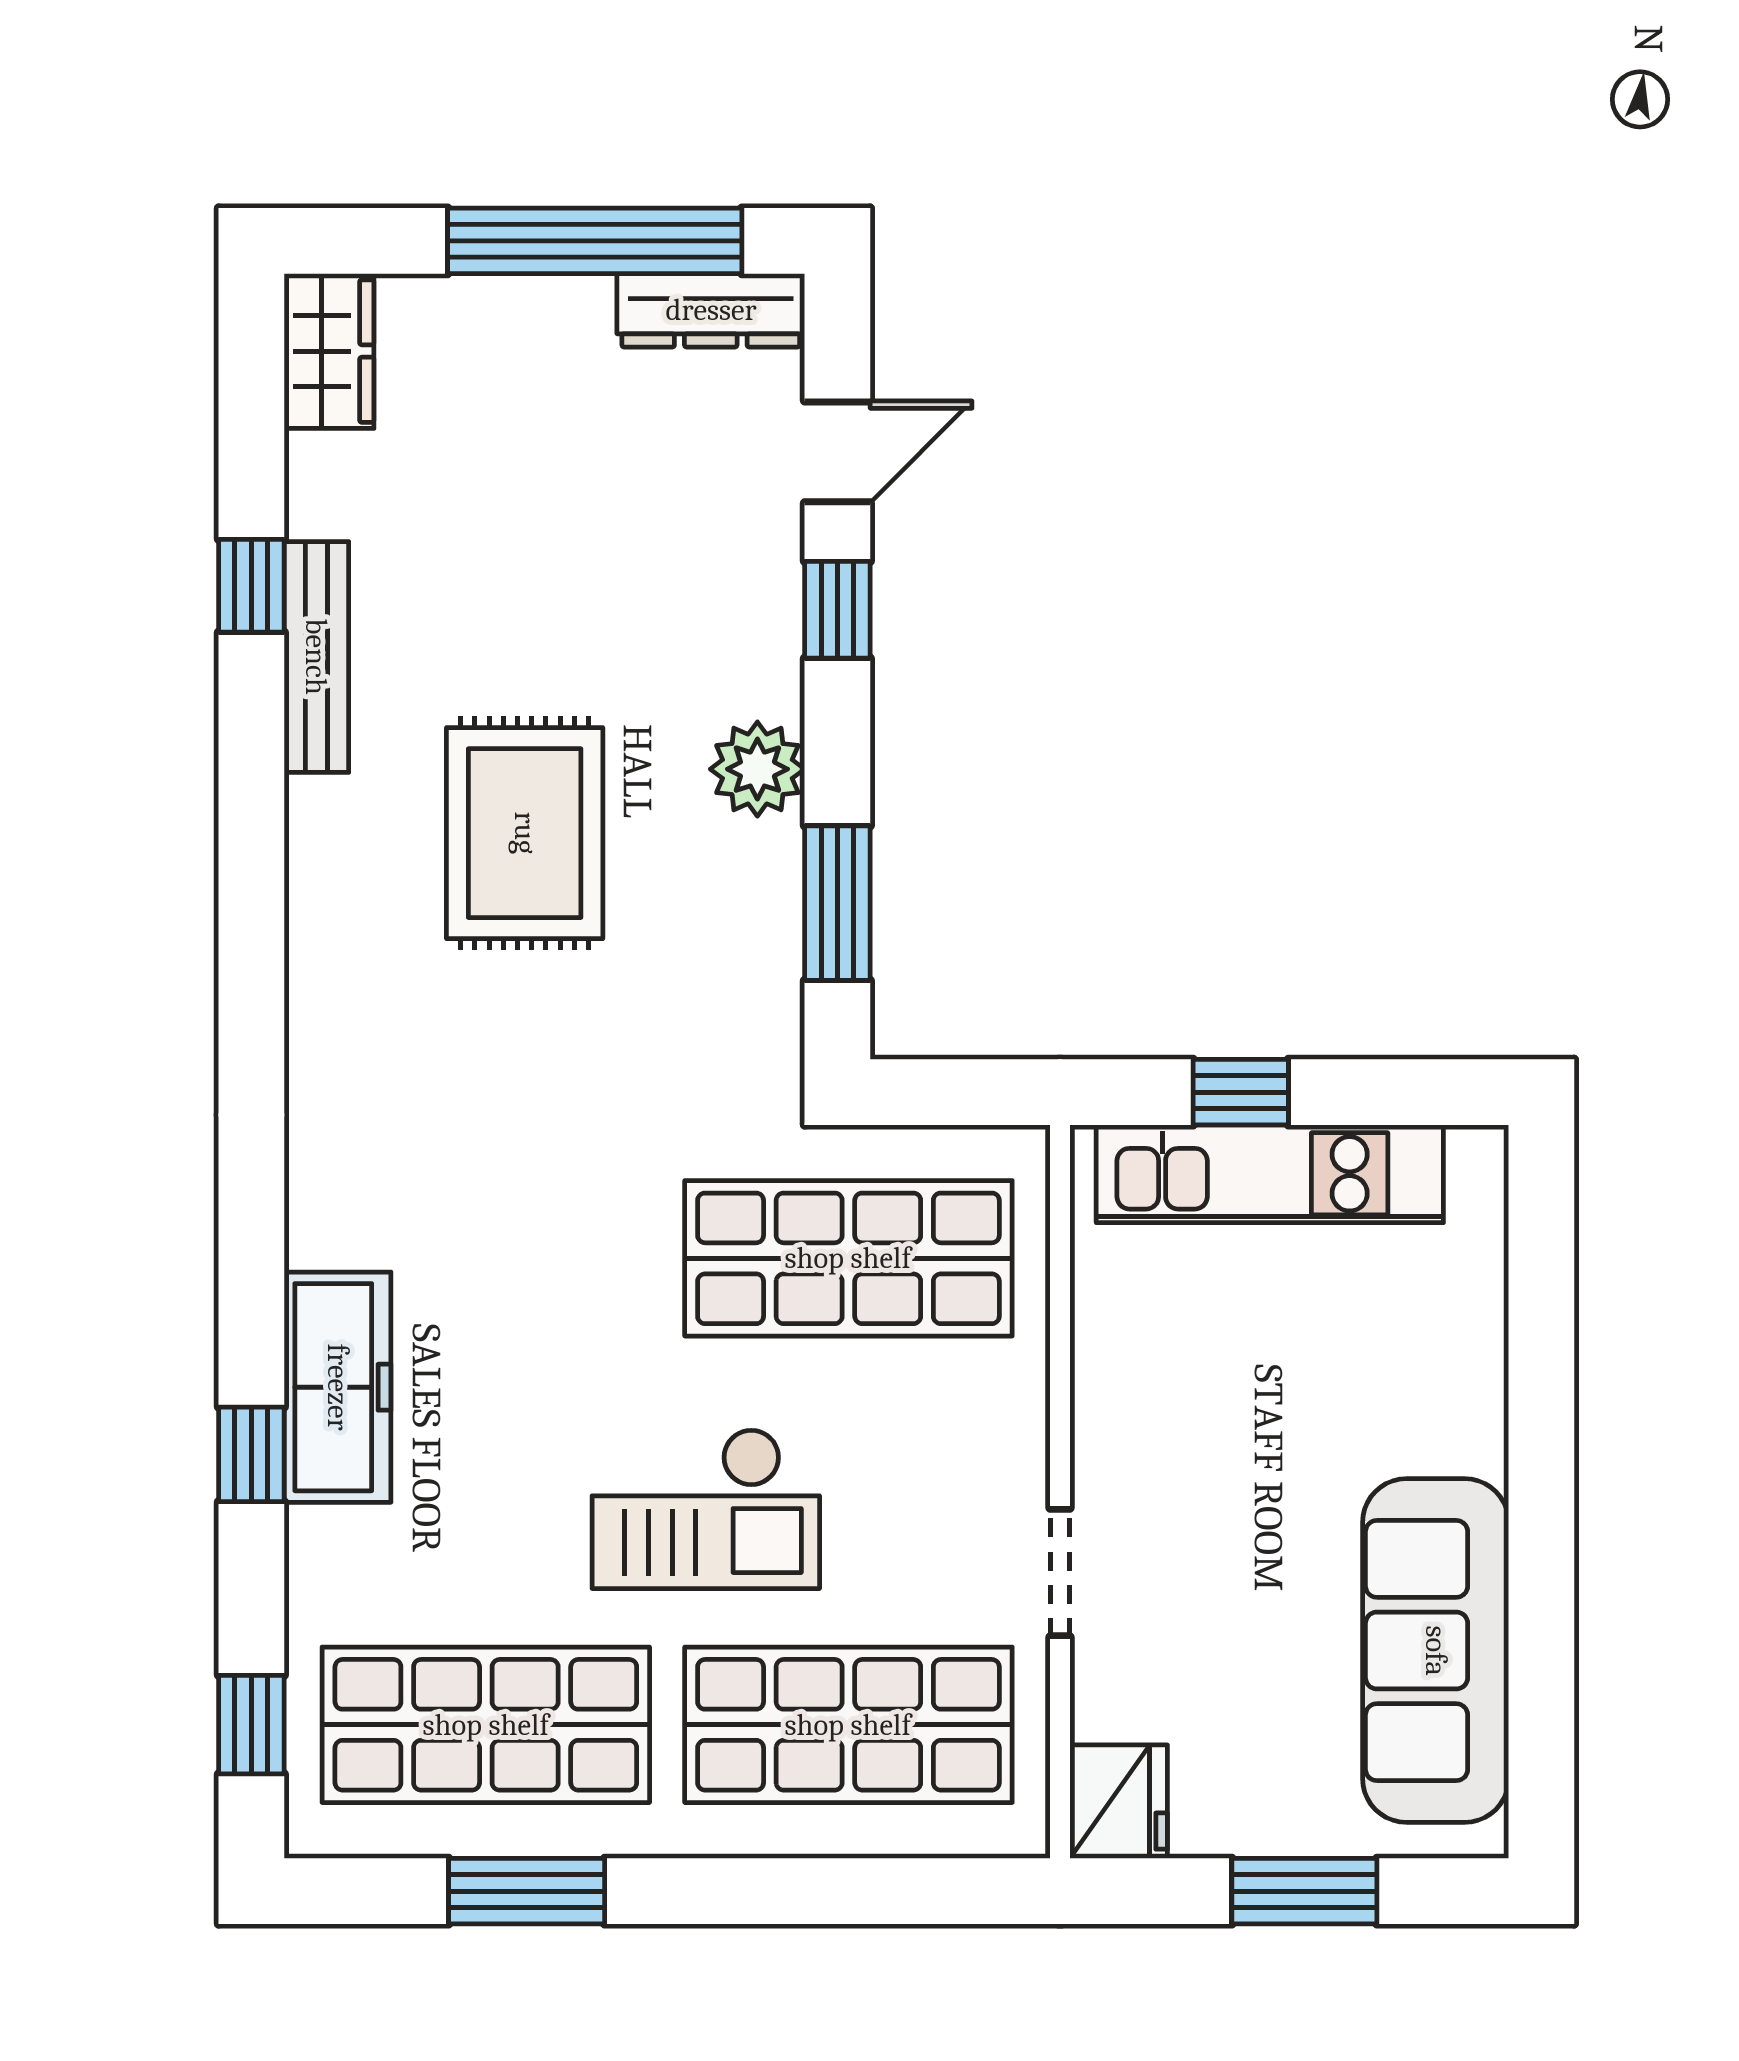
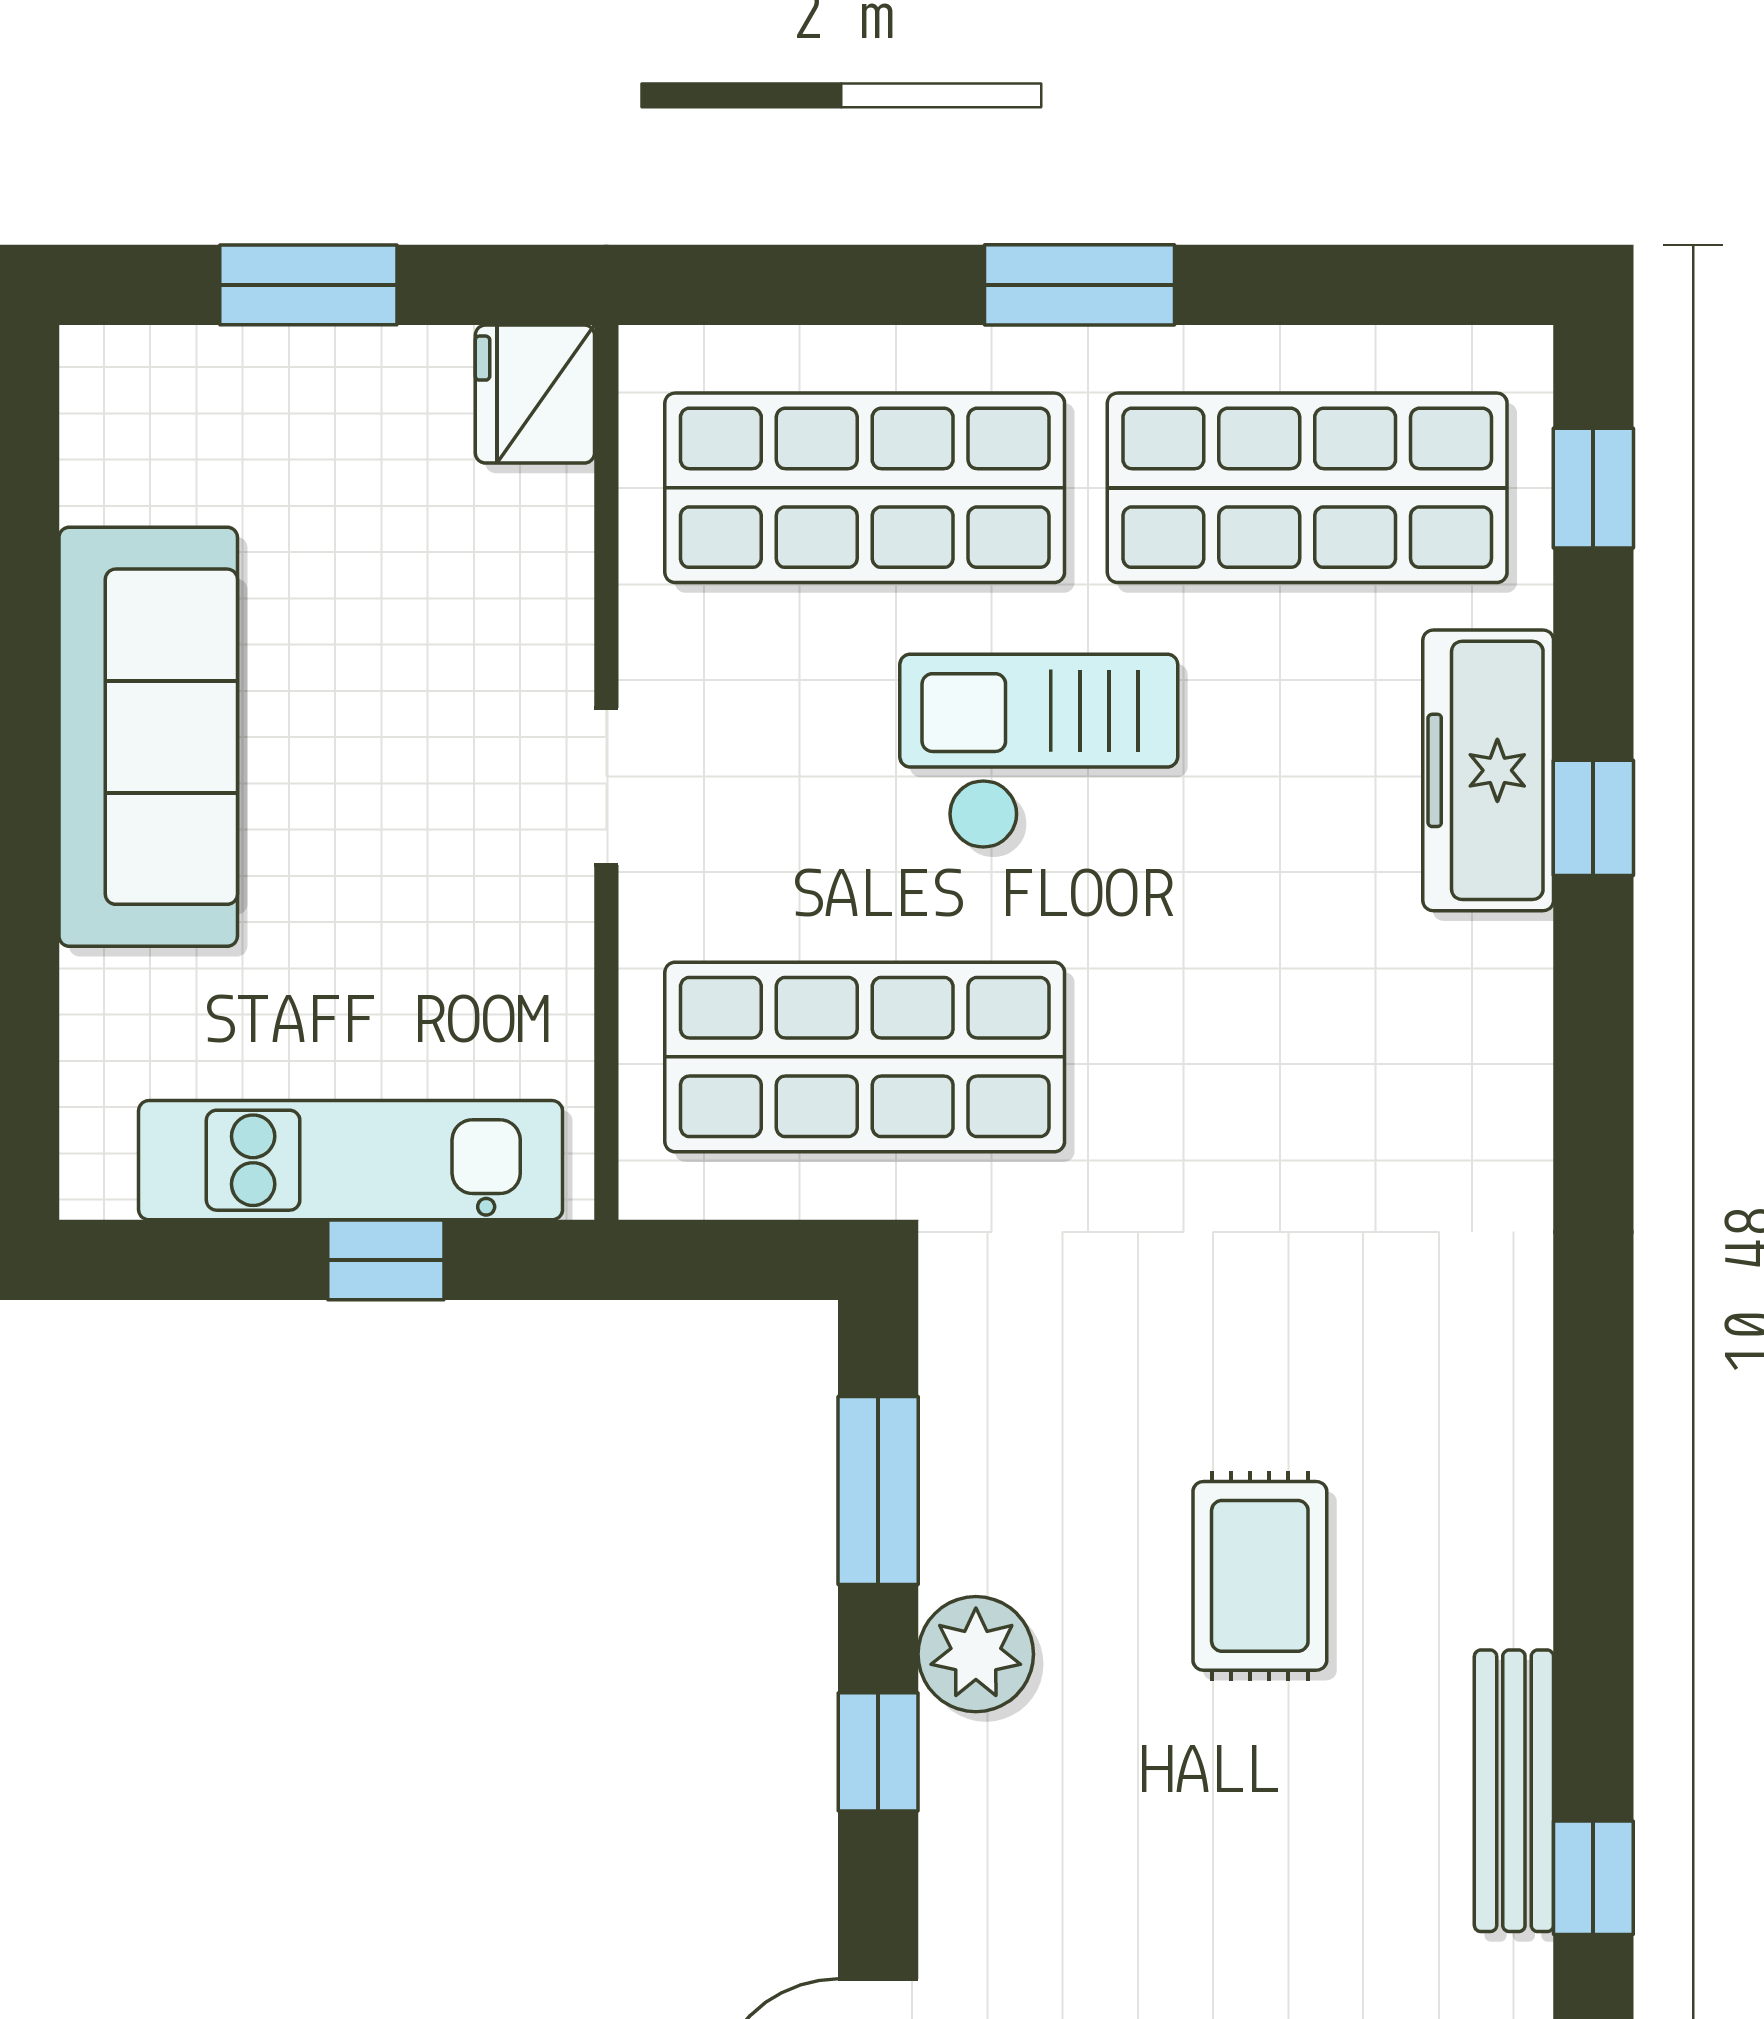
window: (837, 610) -> (878, 1752), moved
rug: (525, 833) -> (1260, 1576), width x0.73, depth x0.70
freezer: (338, 1387) -> (1488, 770), moved
doorway: (1060, 1573) -> (606, 787), moved
sofa: (1436, 1651) -> (148, 737), moved
window: (527, 1891) -> (1080, 285), moved

